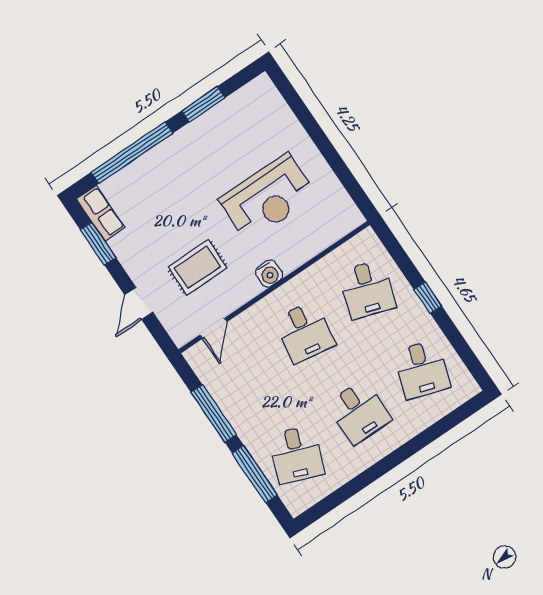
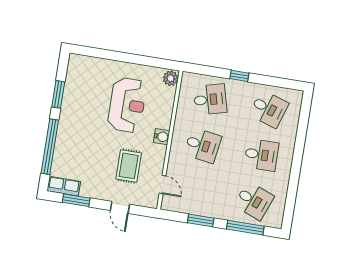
plant: (348, 219) -> (171, 78), added
desk: (367, 289) -> (210, 99), turned -33
window: (214, 414) -> (201, 220), width x0.69

